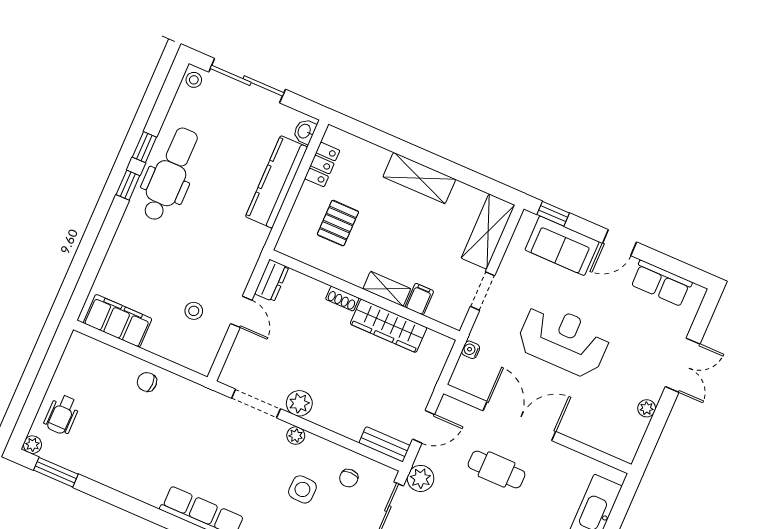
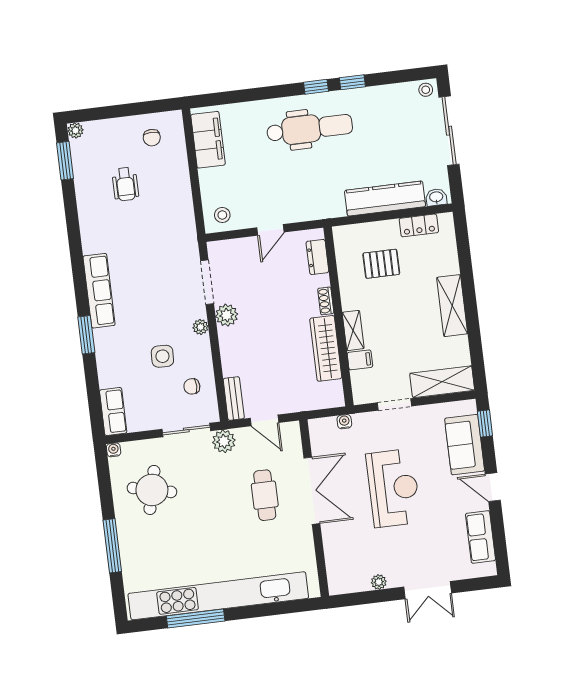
dental chair: (170, 174) -> (310, 129), moved
dresser: (272, 280) -> (317, 257), moved, turned 90
stool: (194, 311) -> (222, 215), moved
chair: (147, 382) -> (152, 138), moved, turned 180
wheelchair: (62, 414) -> (125, 184), moved, turned -90

